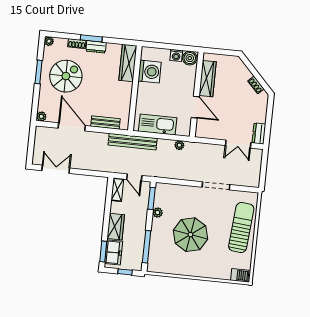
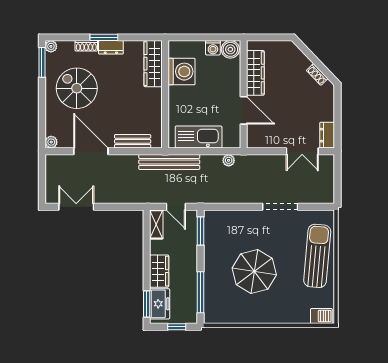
window: (39, 72) -> (42, 62), moved
spiral stairs: (66, 76) -> (77, 88), turned -90
plant: (158, 213) -> (210, 248), removed

